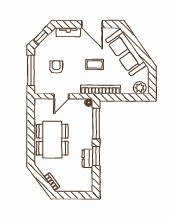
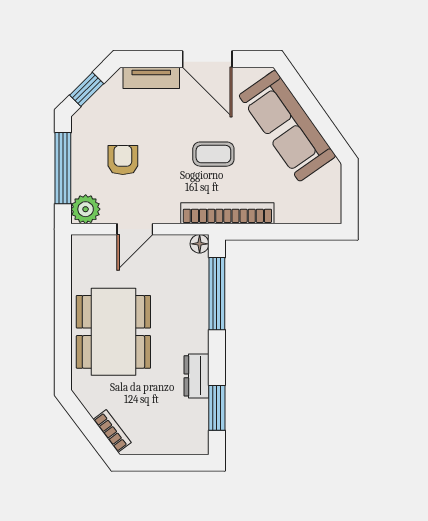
plant: (140, 88) -> (86, 209), moved
window: (96, 156) -> (217, 408), moved

